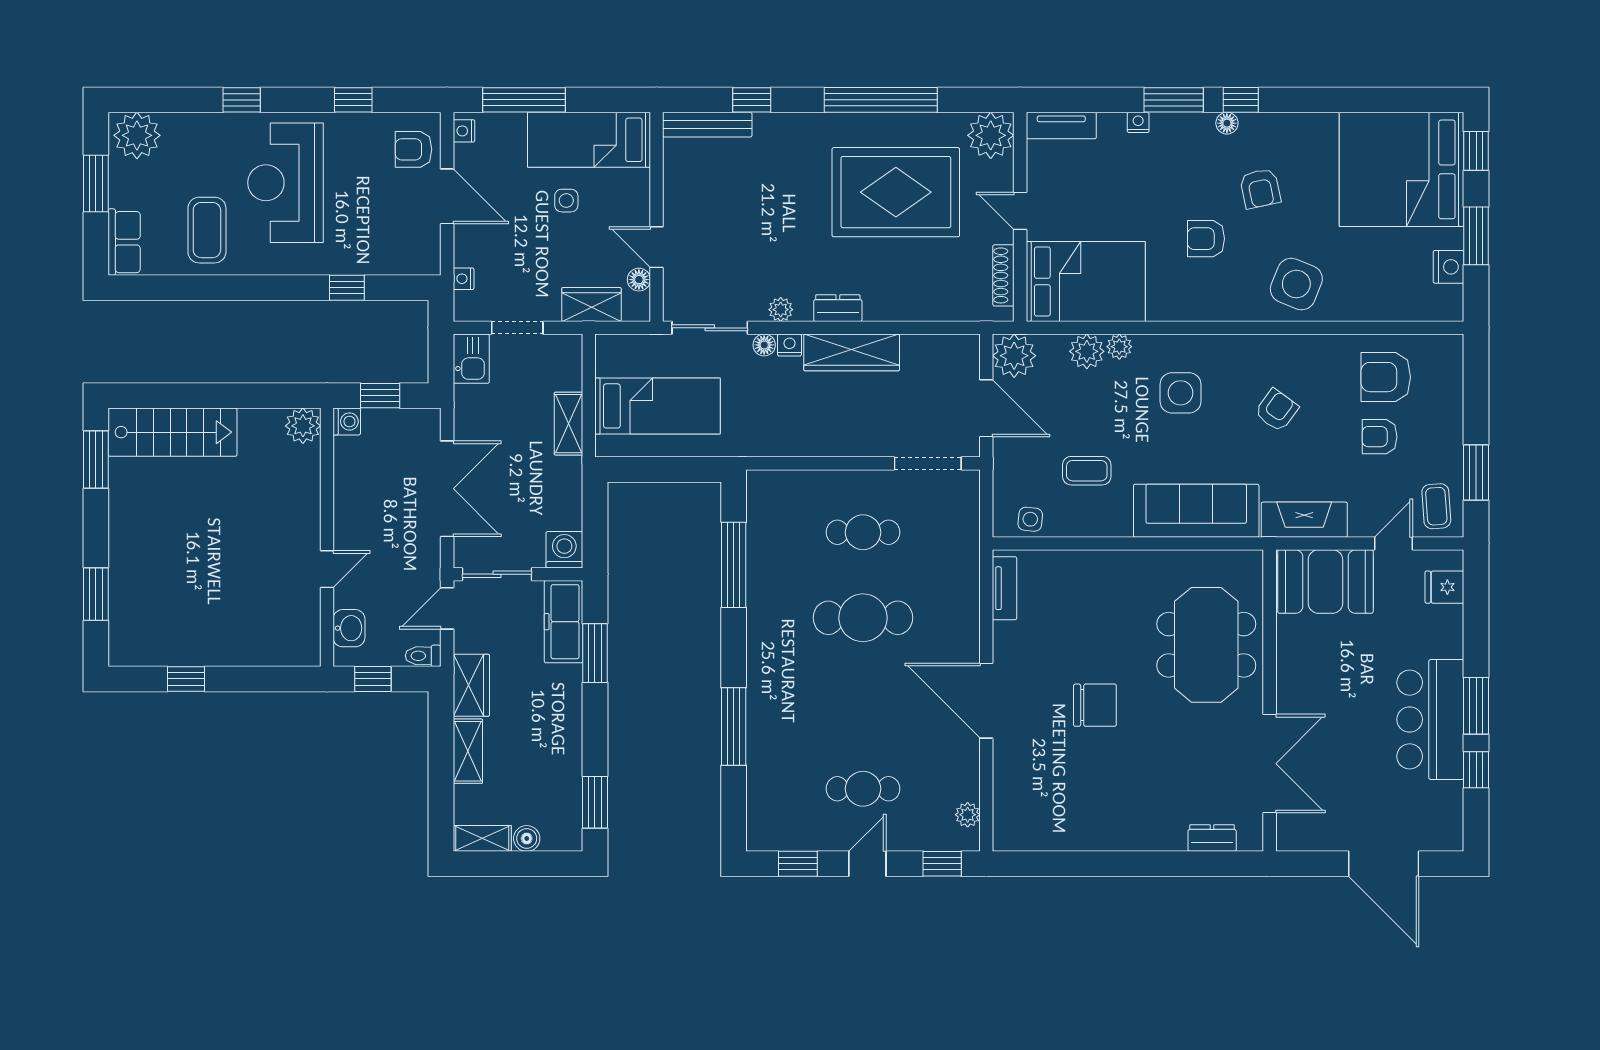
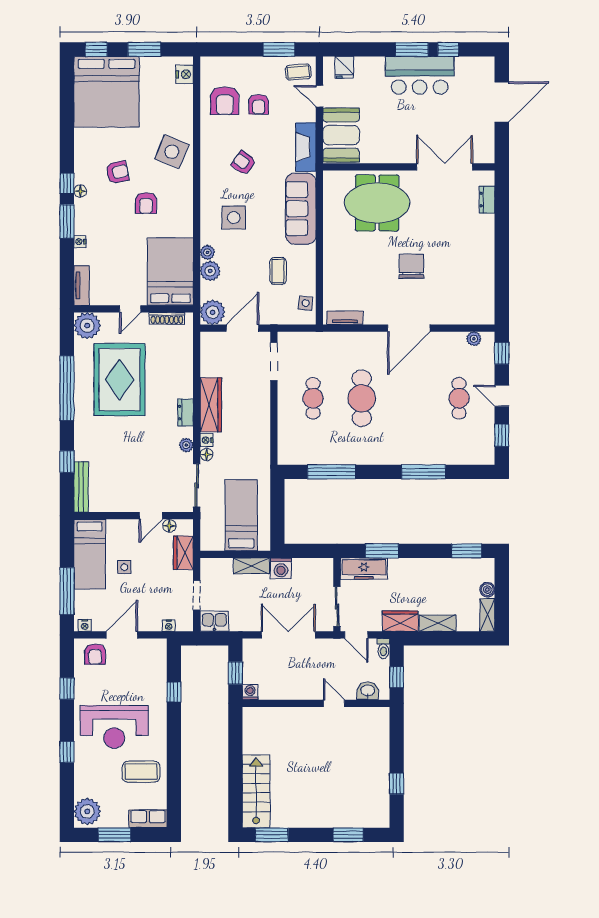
nightstand: (1449, 267) -> (185, 74), moved, turned 90
plant: (303, 426) -> (252, 717), removed
washing machine: (564, 550) -> (281, 568), moved, turned -90

